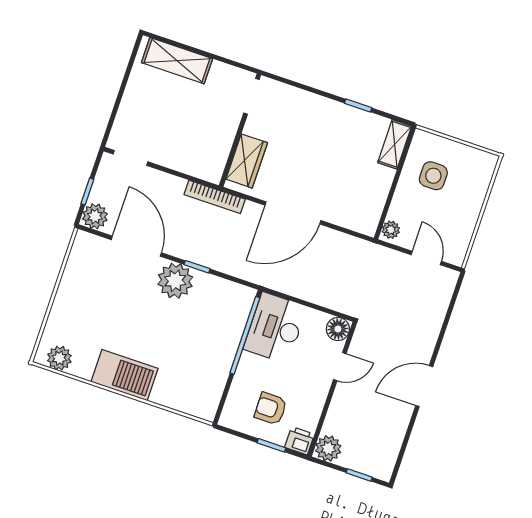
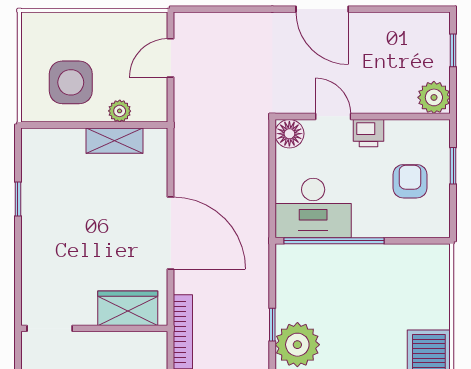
shelving: (395, 144) -> (115, 141), moved
side table: (433, 176) -> (71, 82), width x1.37, depth x1.37
plant: (391, 230) -> (120, 111), moved
armchair: (271, 409) -> (410, 181), turned 180
printer: (299, 441) -> (368, 133), moved, turned -90

